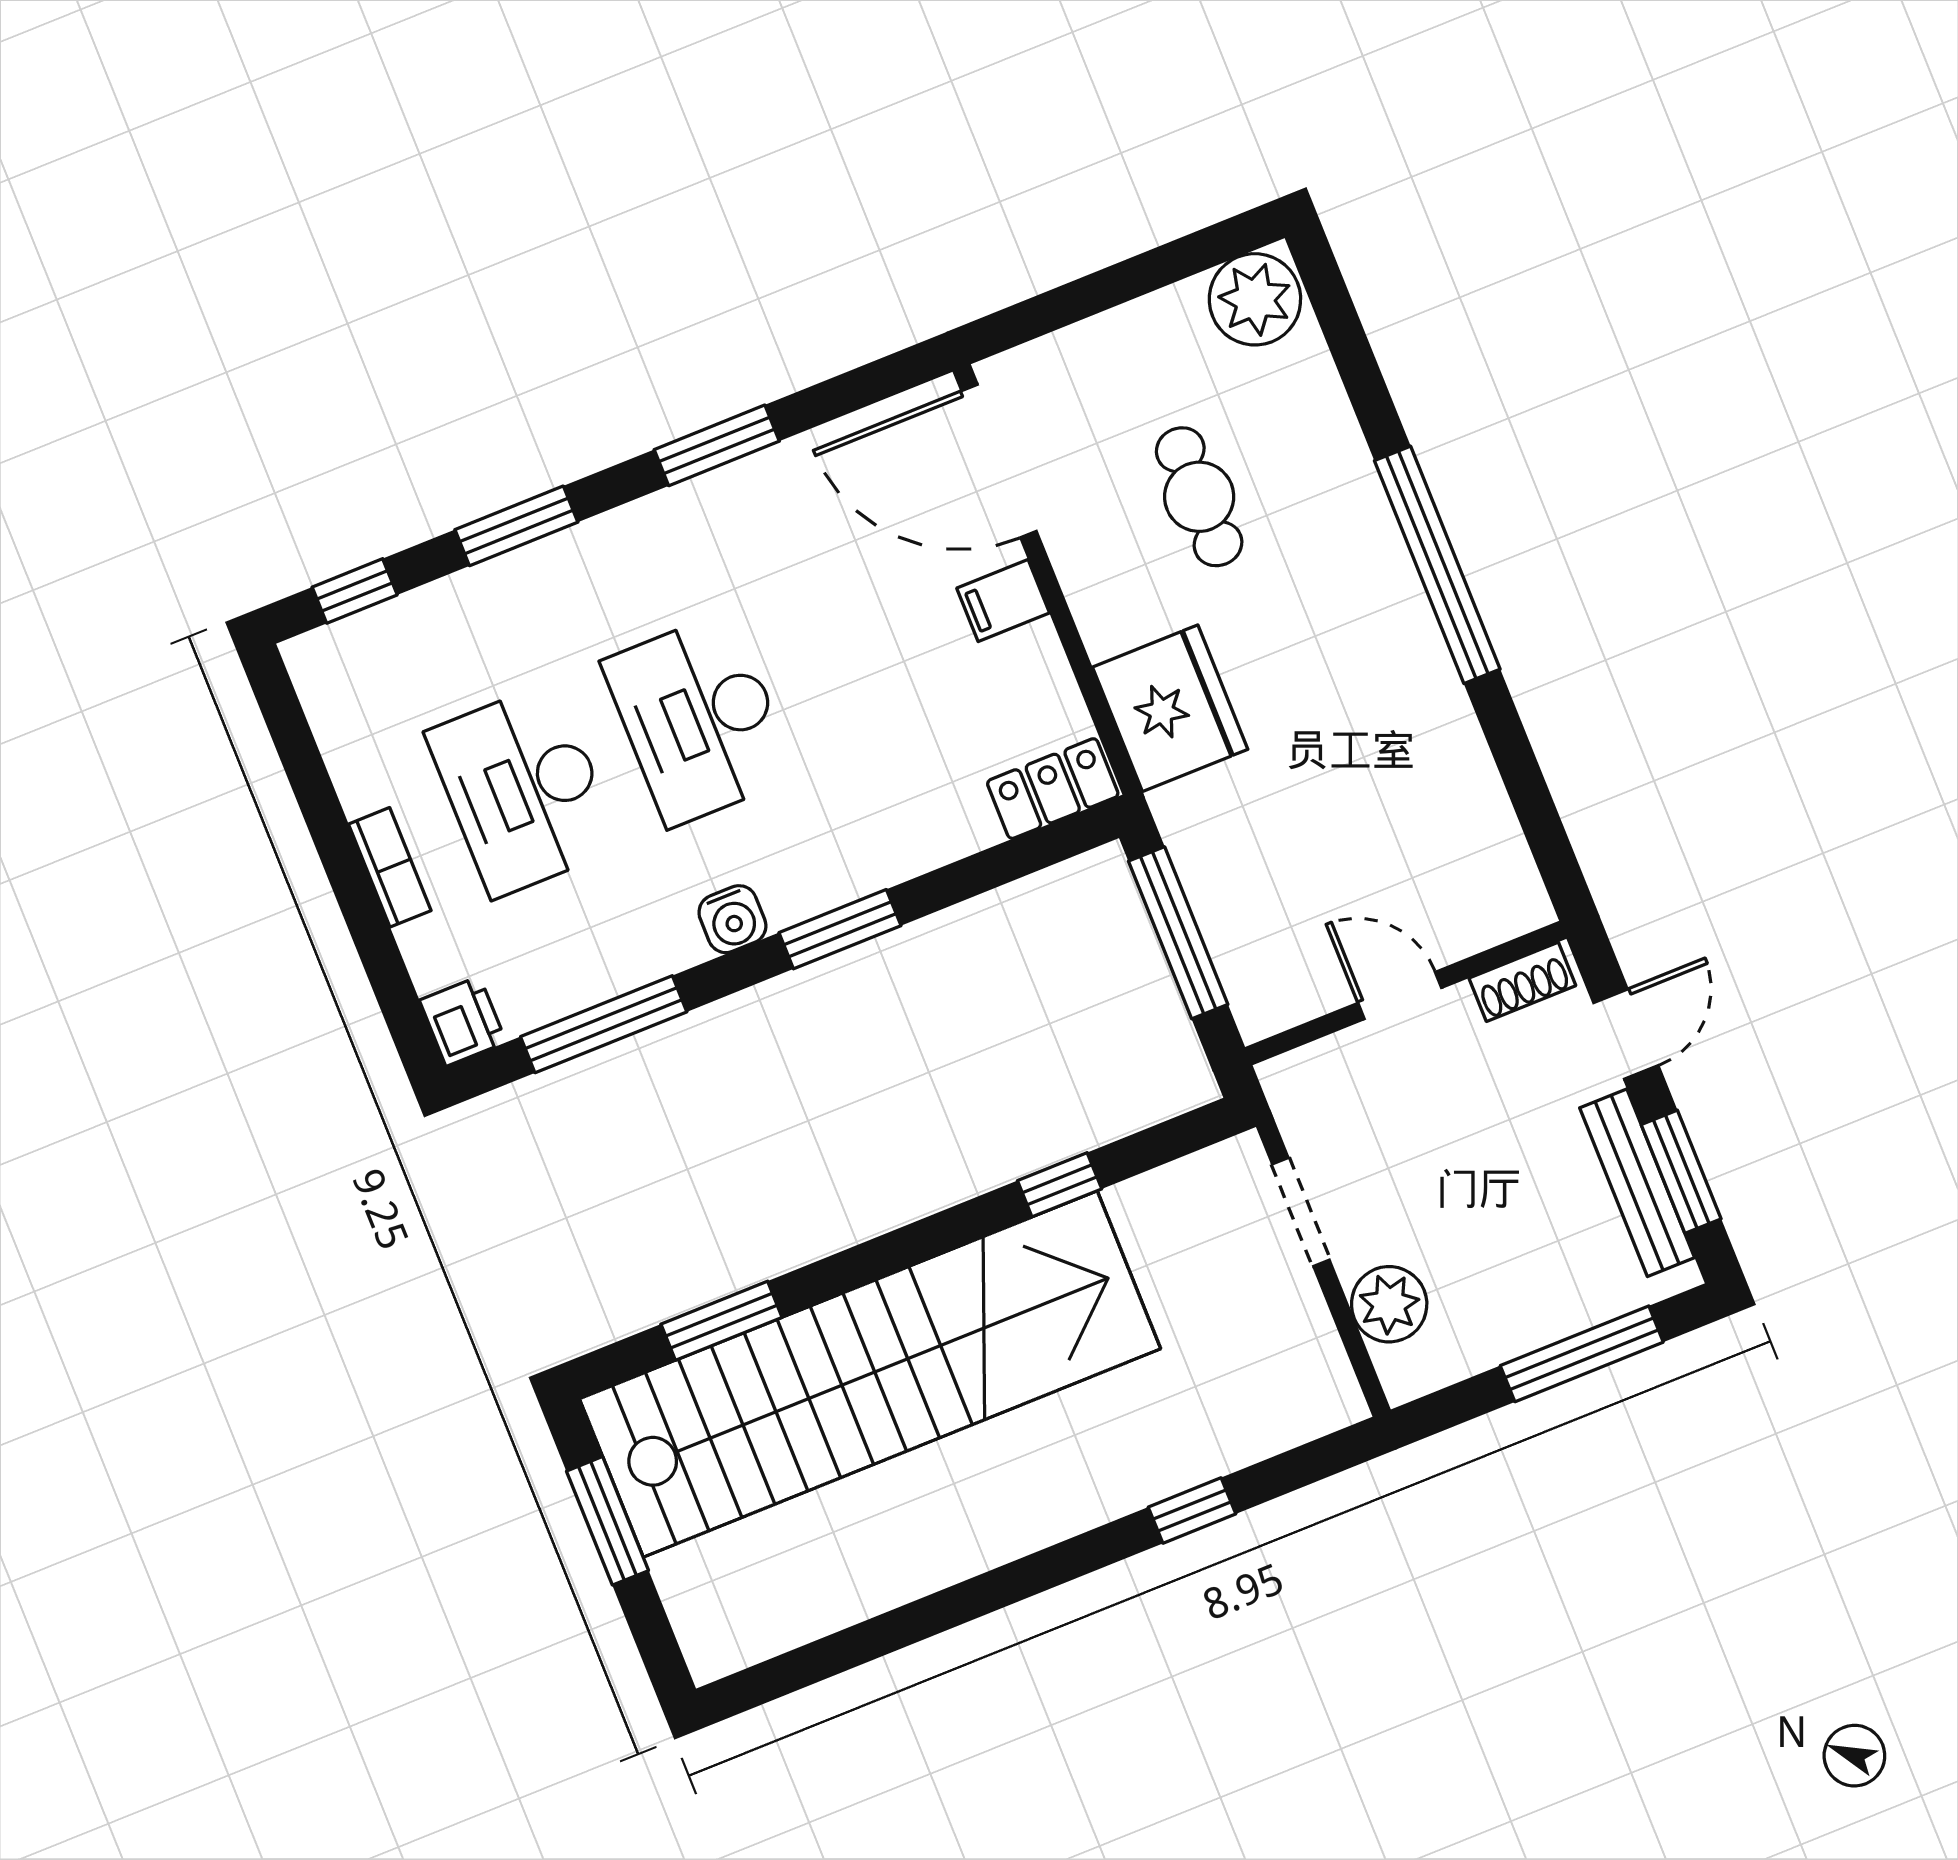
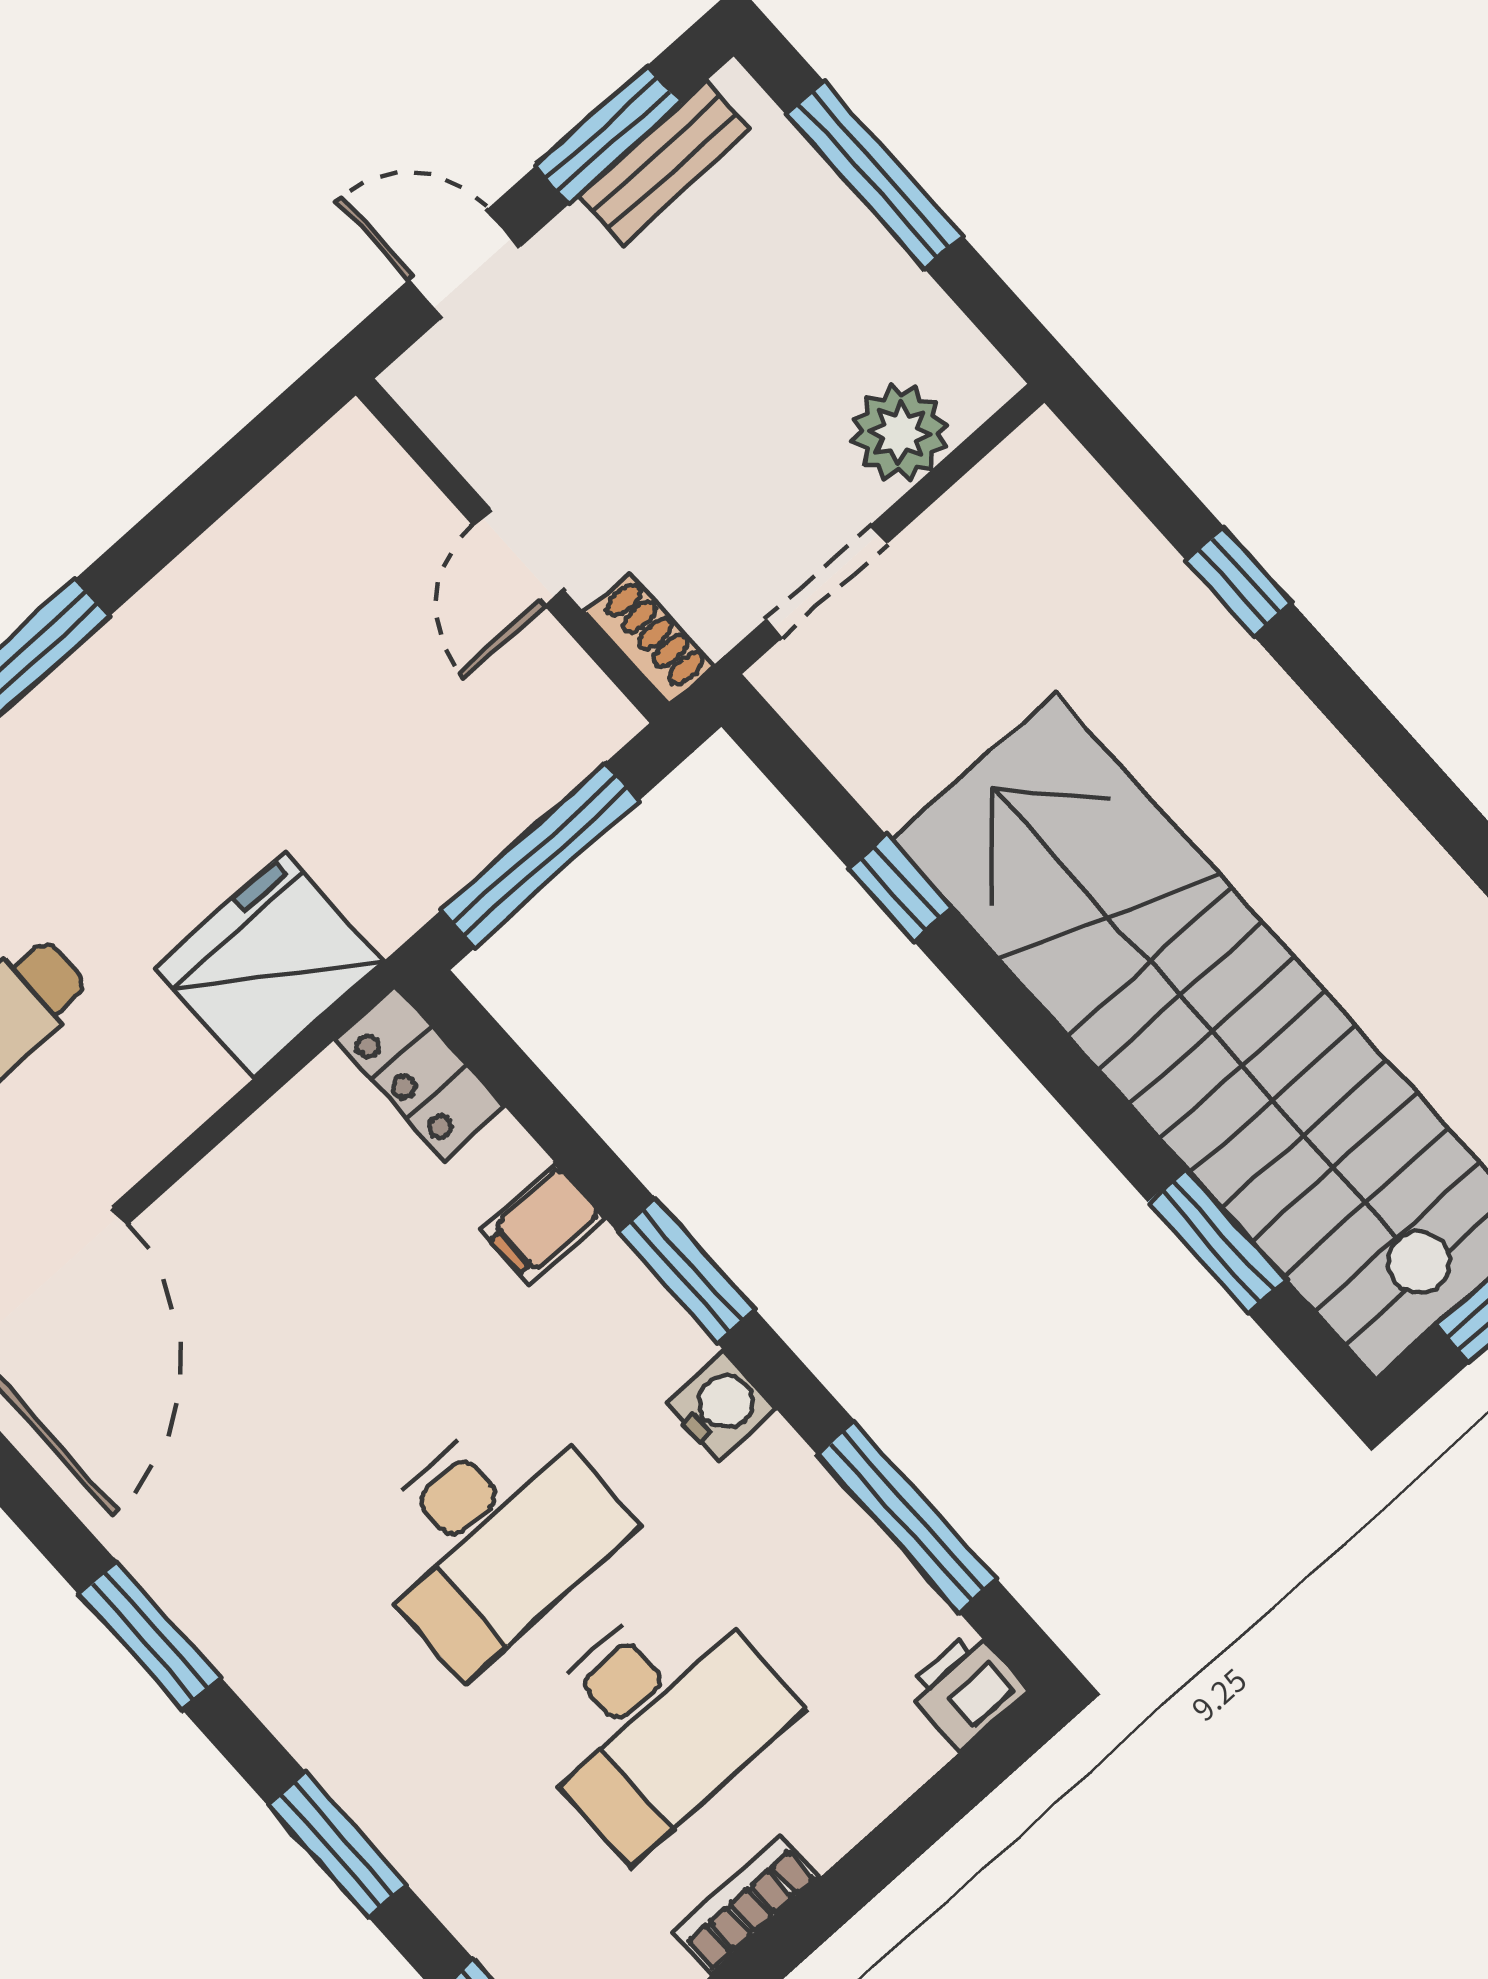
filing cabinet: (1003, 601) -> (542, 1223), moved, turned 90
bookcase: (390, 867) -> (747, 1905), moved
shoe rack: (1522, 982) -> (649, 639), moved
bench: (1637, 1183) -> (665, 163), width x0.73

